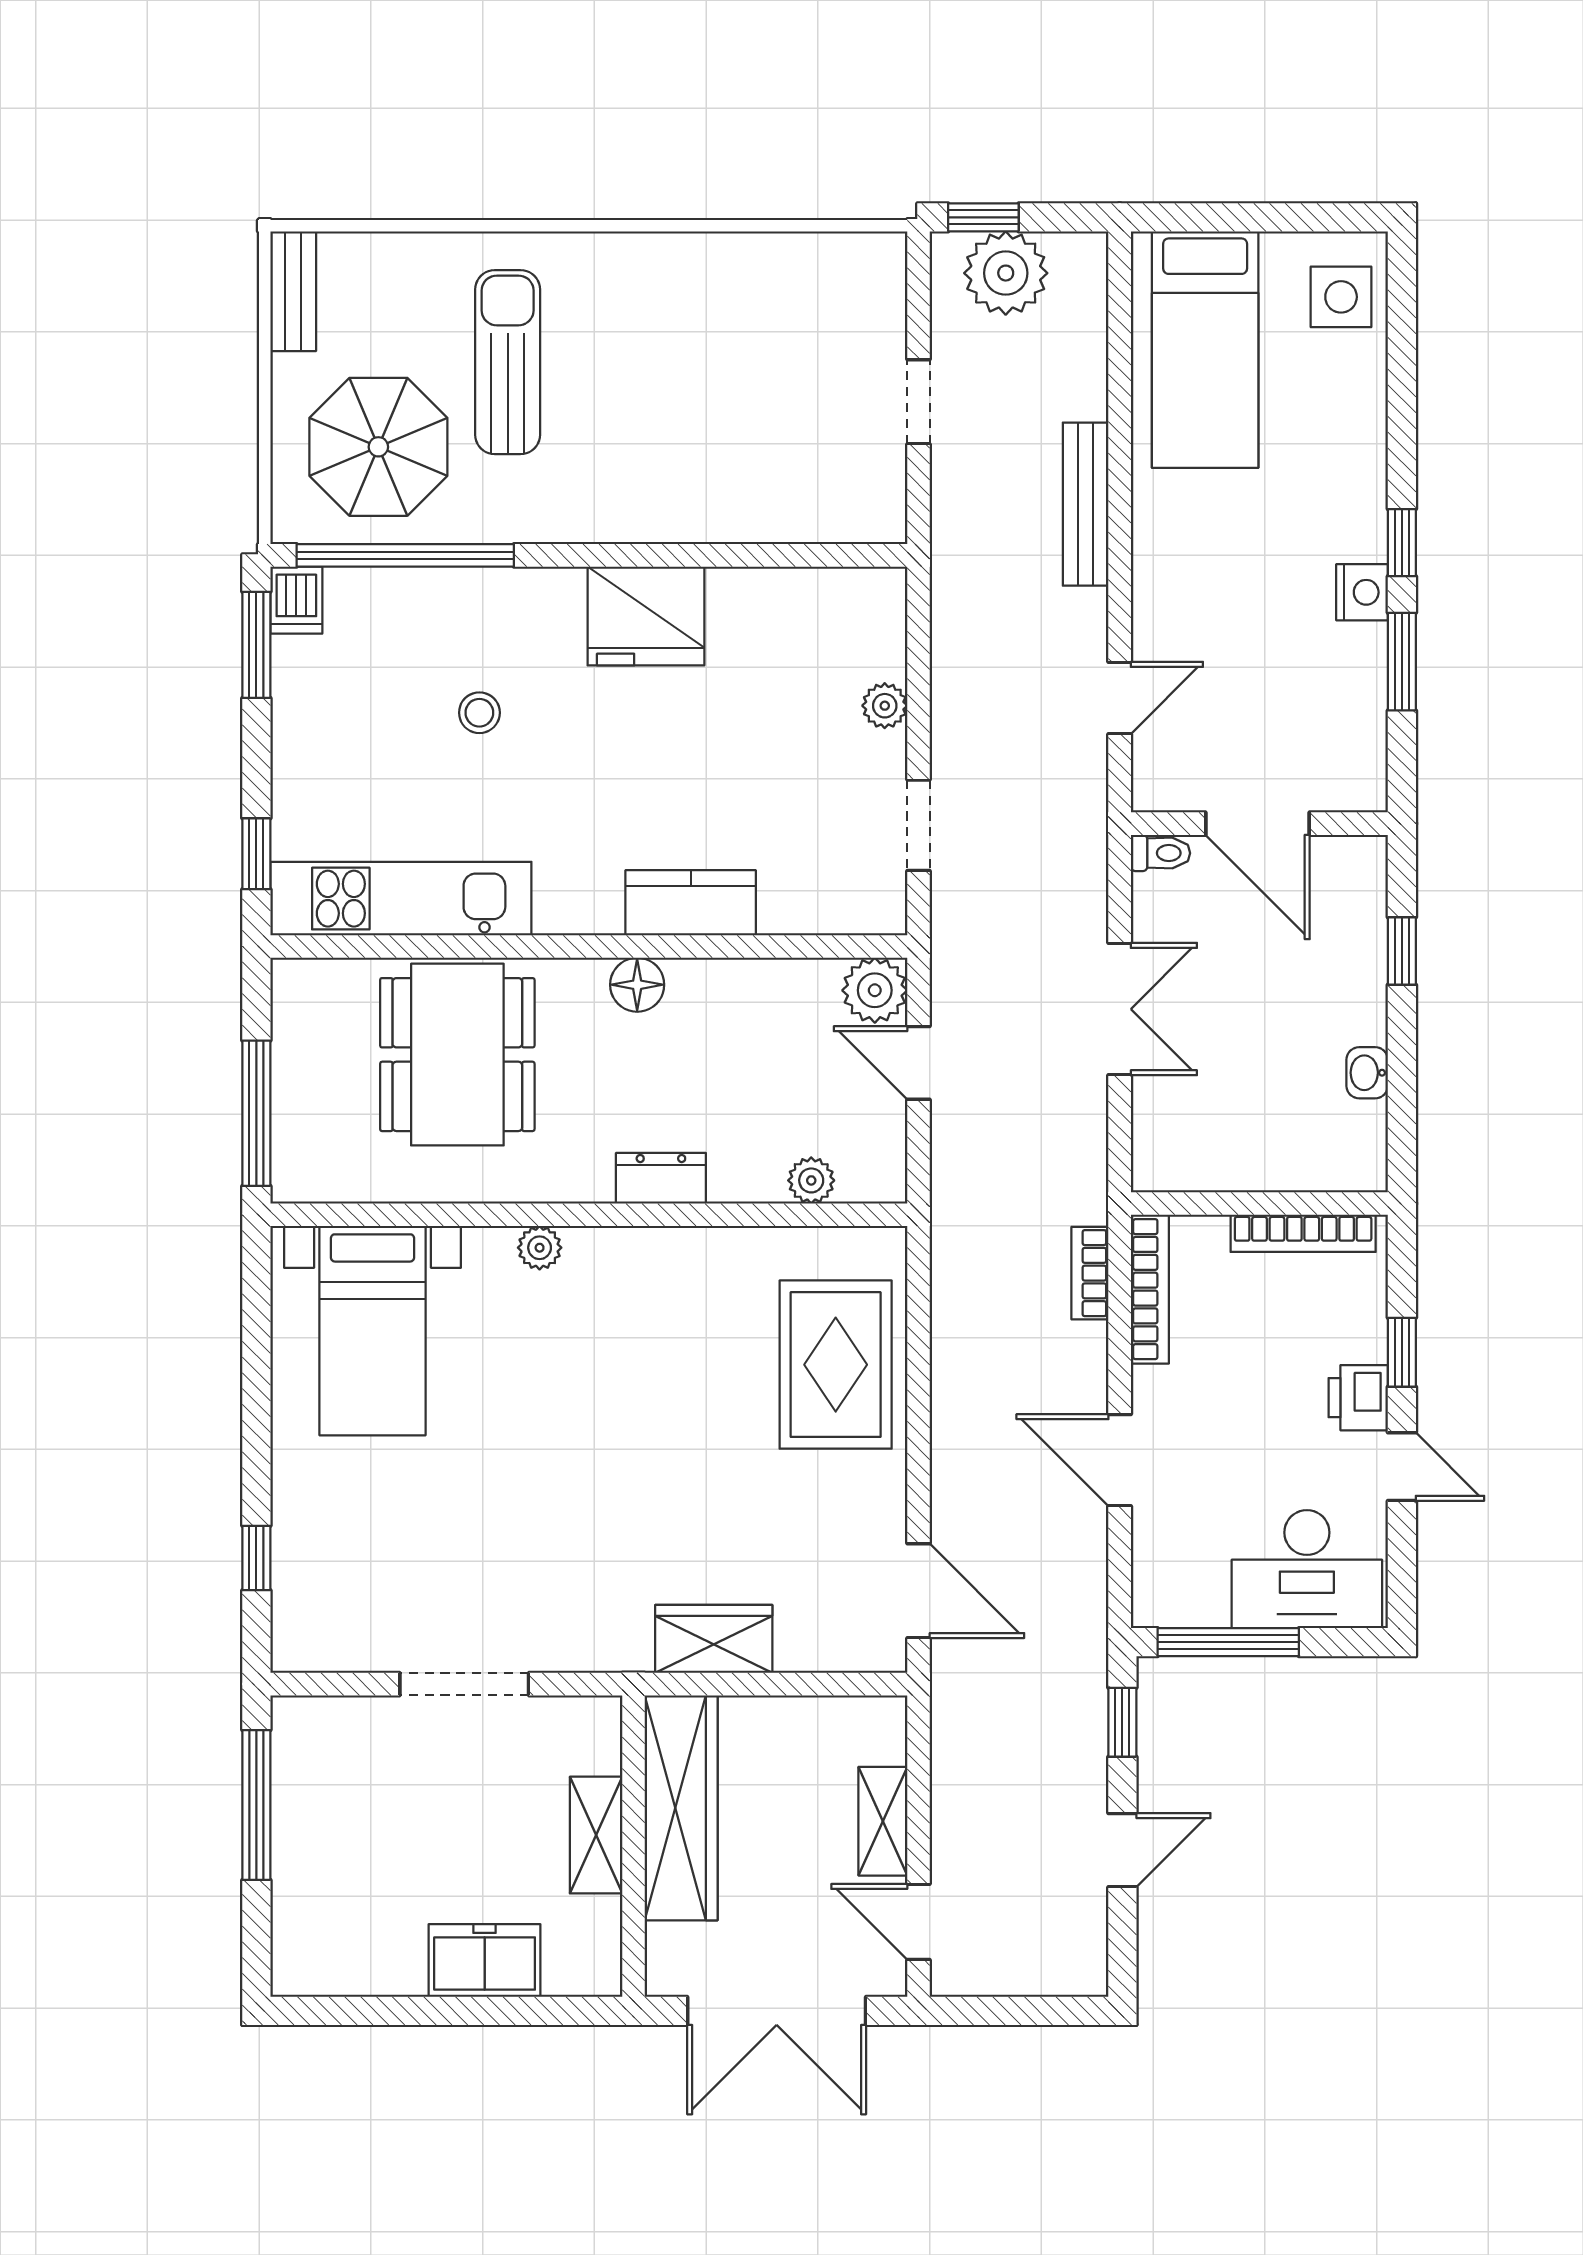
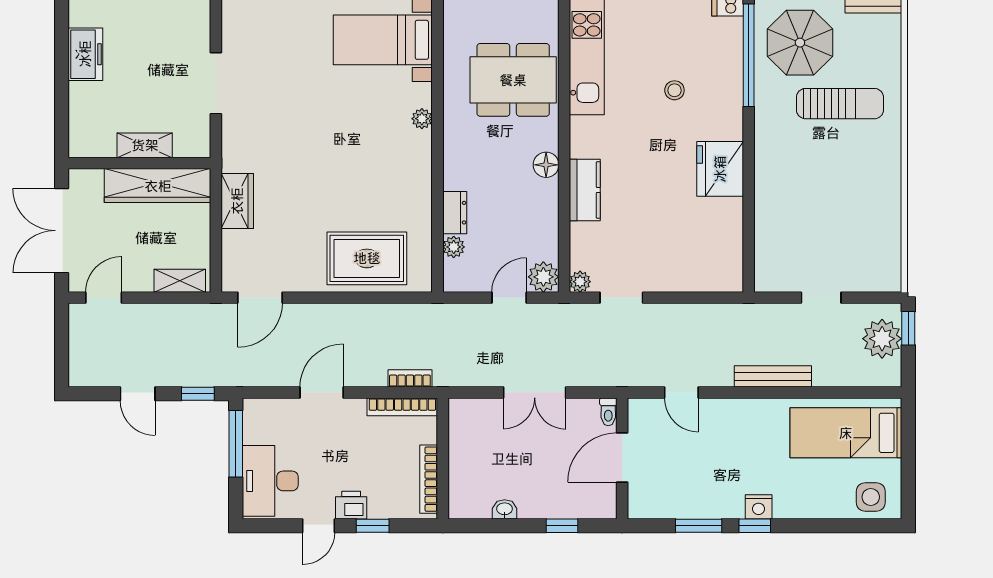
nightstand: (1362, 592) -> (759, 507), moved
plant: (885, 706) -> (580, 282), moved
dresser: (661, 1178) -> (455, 213), moved
shelving: (883, 1821) -> (180, 281), moved
freezer: (485, 1961) -> (85, 54), moved

